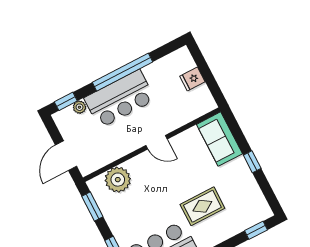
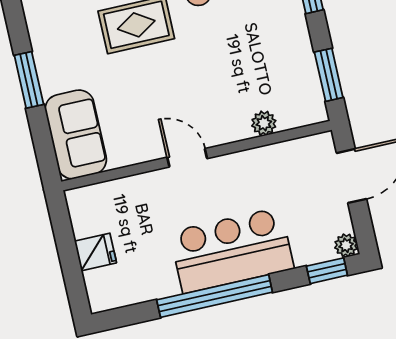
plant: (79, 107) -> (346, 245), moved
window: (252, 162) -> (29, 80), width x1.50
plant: (118, 180) -> (264, 123), width x0.53, depth x0.53

